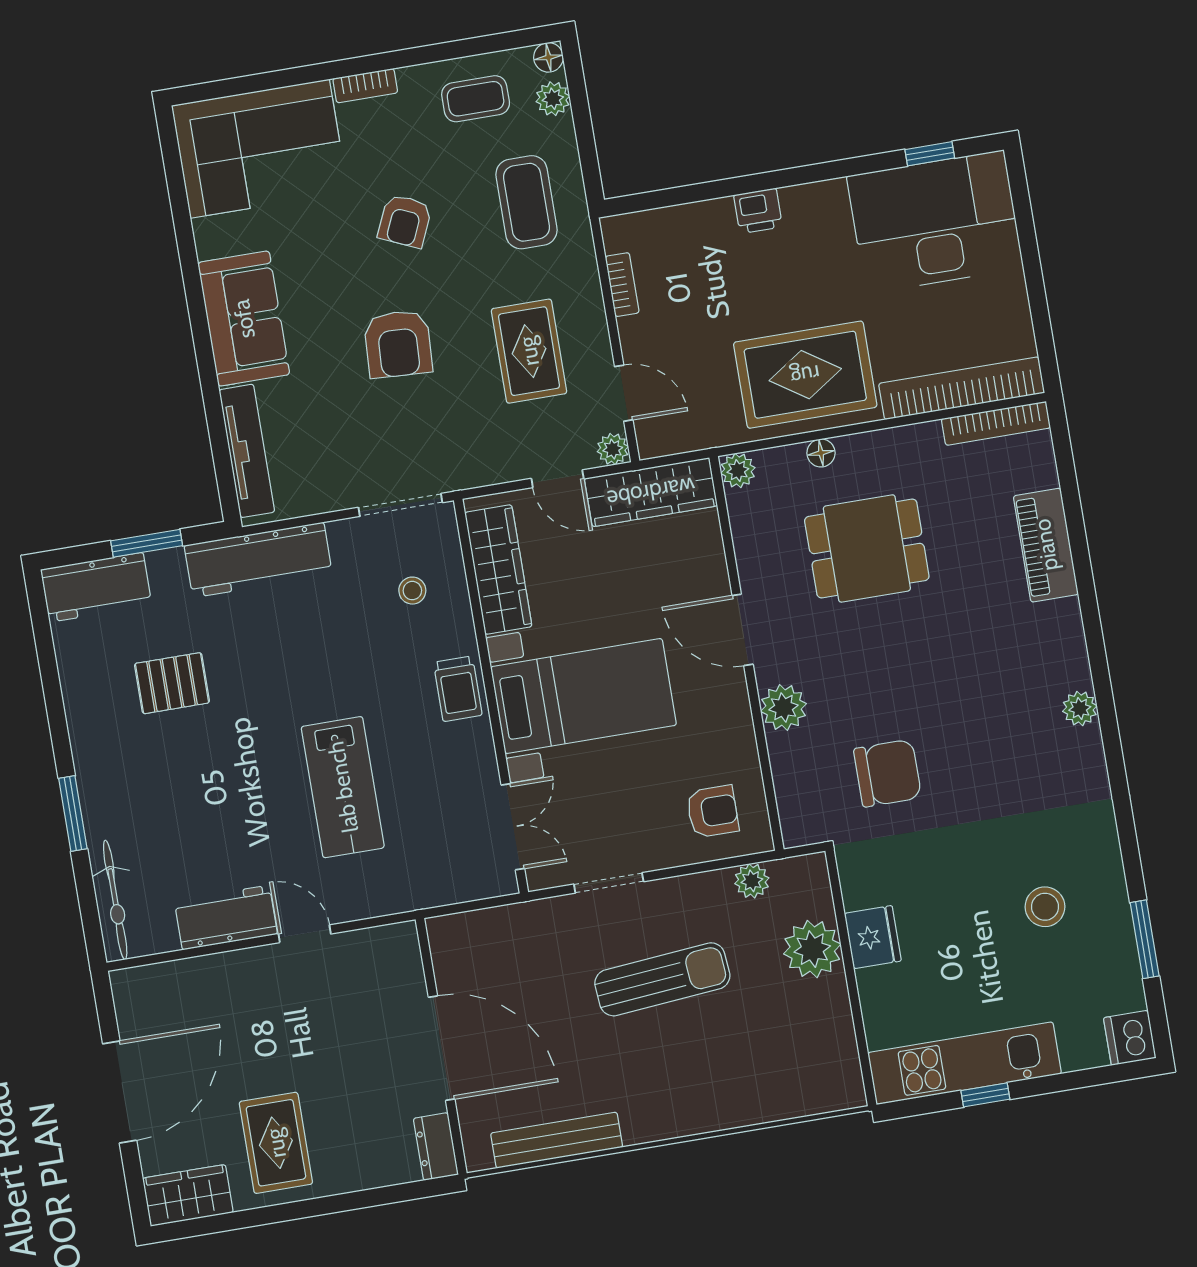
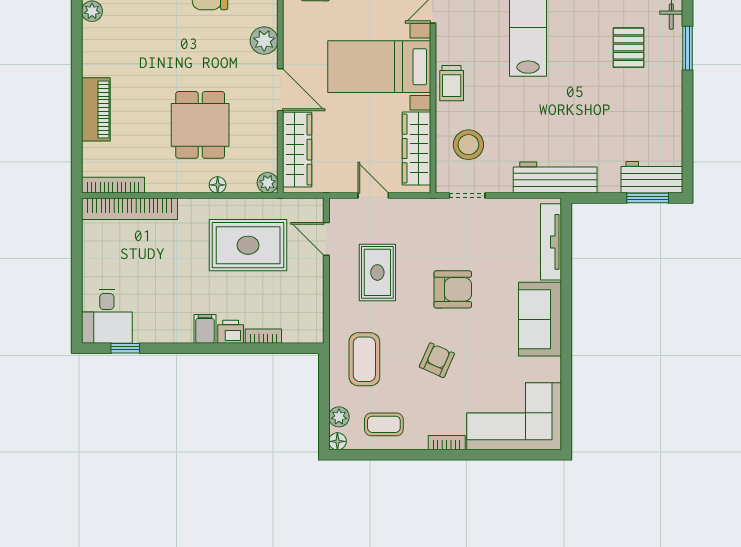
filing cabinet: (802, 209) -> (205, 329), added
desk: (935, 222) -> (107, 316), width x0.53, depth x0.77
bookcase: (622, 285) -> (263, 336), moved, turned 90
armchair: (398, 344) -> (453, 289), turned 87
rug: (805, 375) -> (248, 245), moved
plant: (613, 449) -> (338, 207), removed
wardrobe: (651, 492) -> (297, 150), moved, turned 90
doorway: (400, 505) -> (467, 196), width x0.73
window: (147, 543) -> (648, 198), moved
dining table: (867, 548) -> (200, 125), turned 90
stool: (412, 591) -> (468, 145), width x1.89, depth x1.89
pallet: (172, 683) -> (629, 48), moved, turned 90
trolley: (458, 689) -> (452, 83), turned 180

